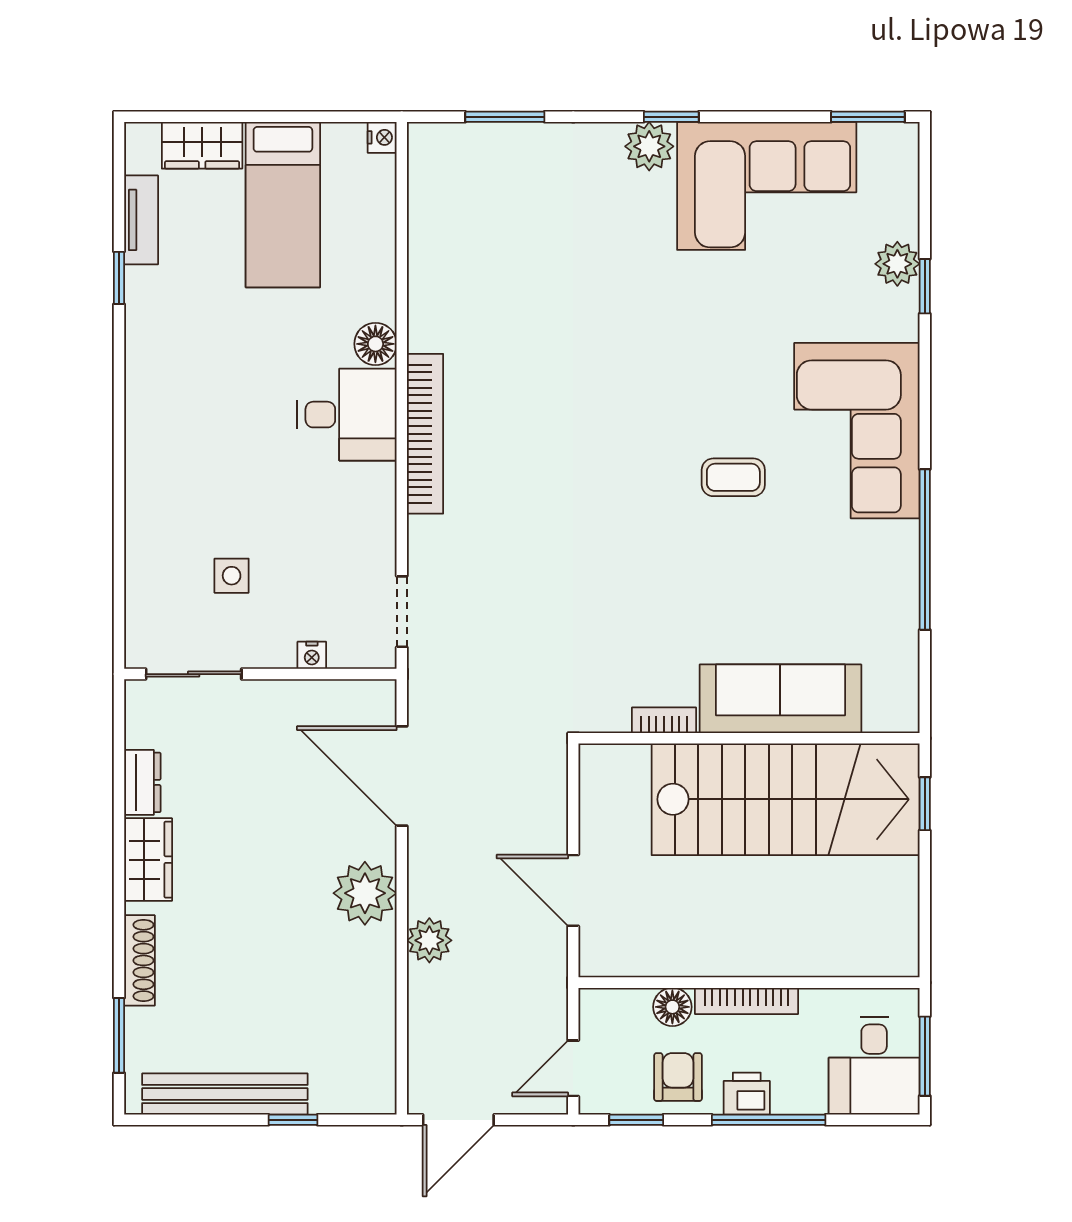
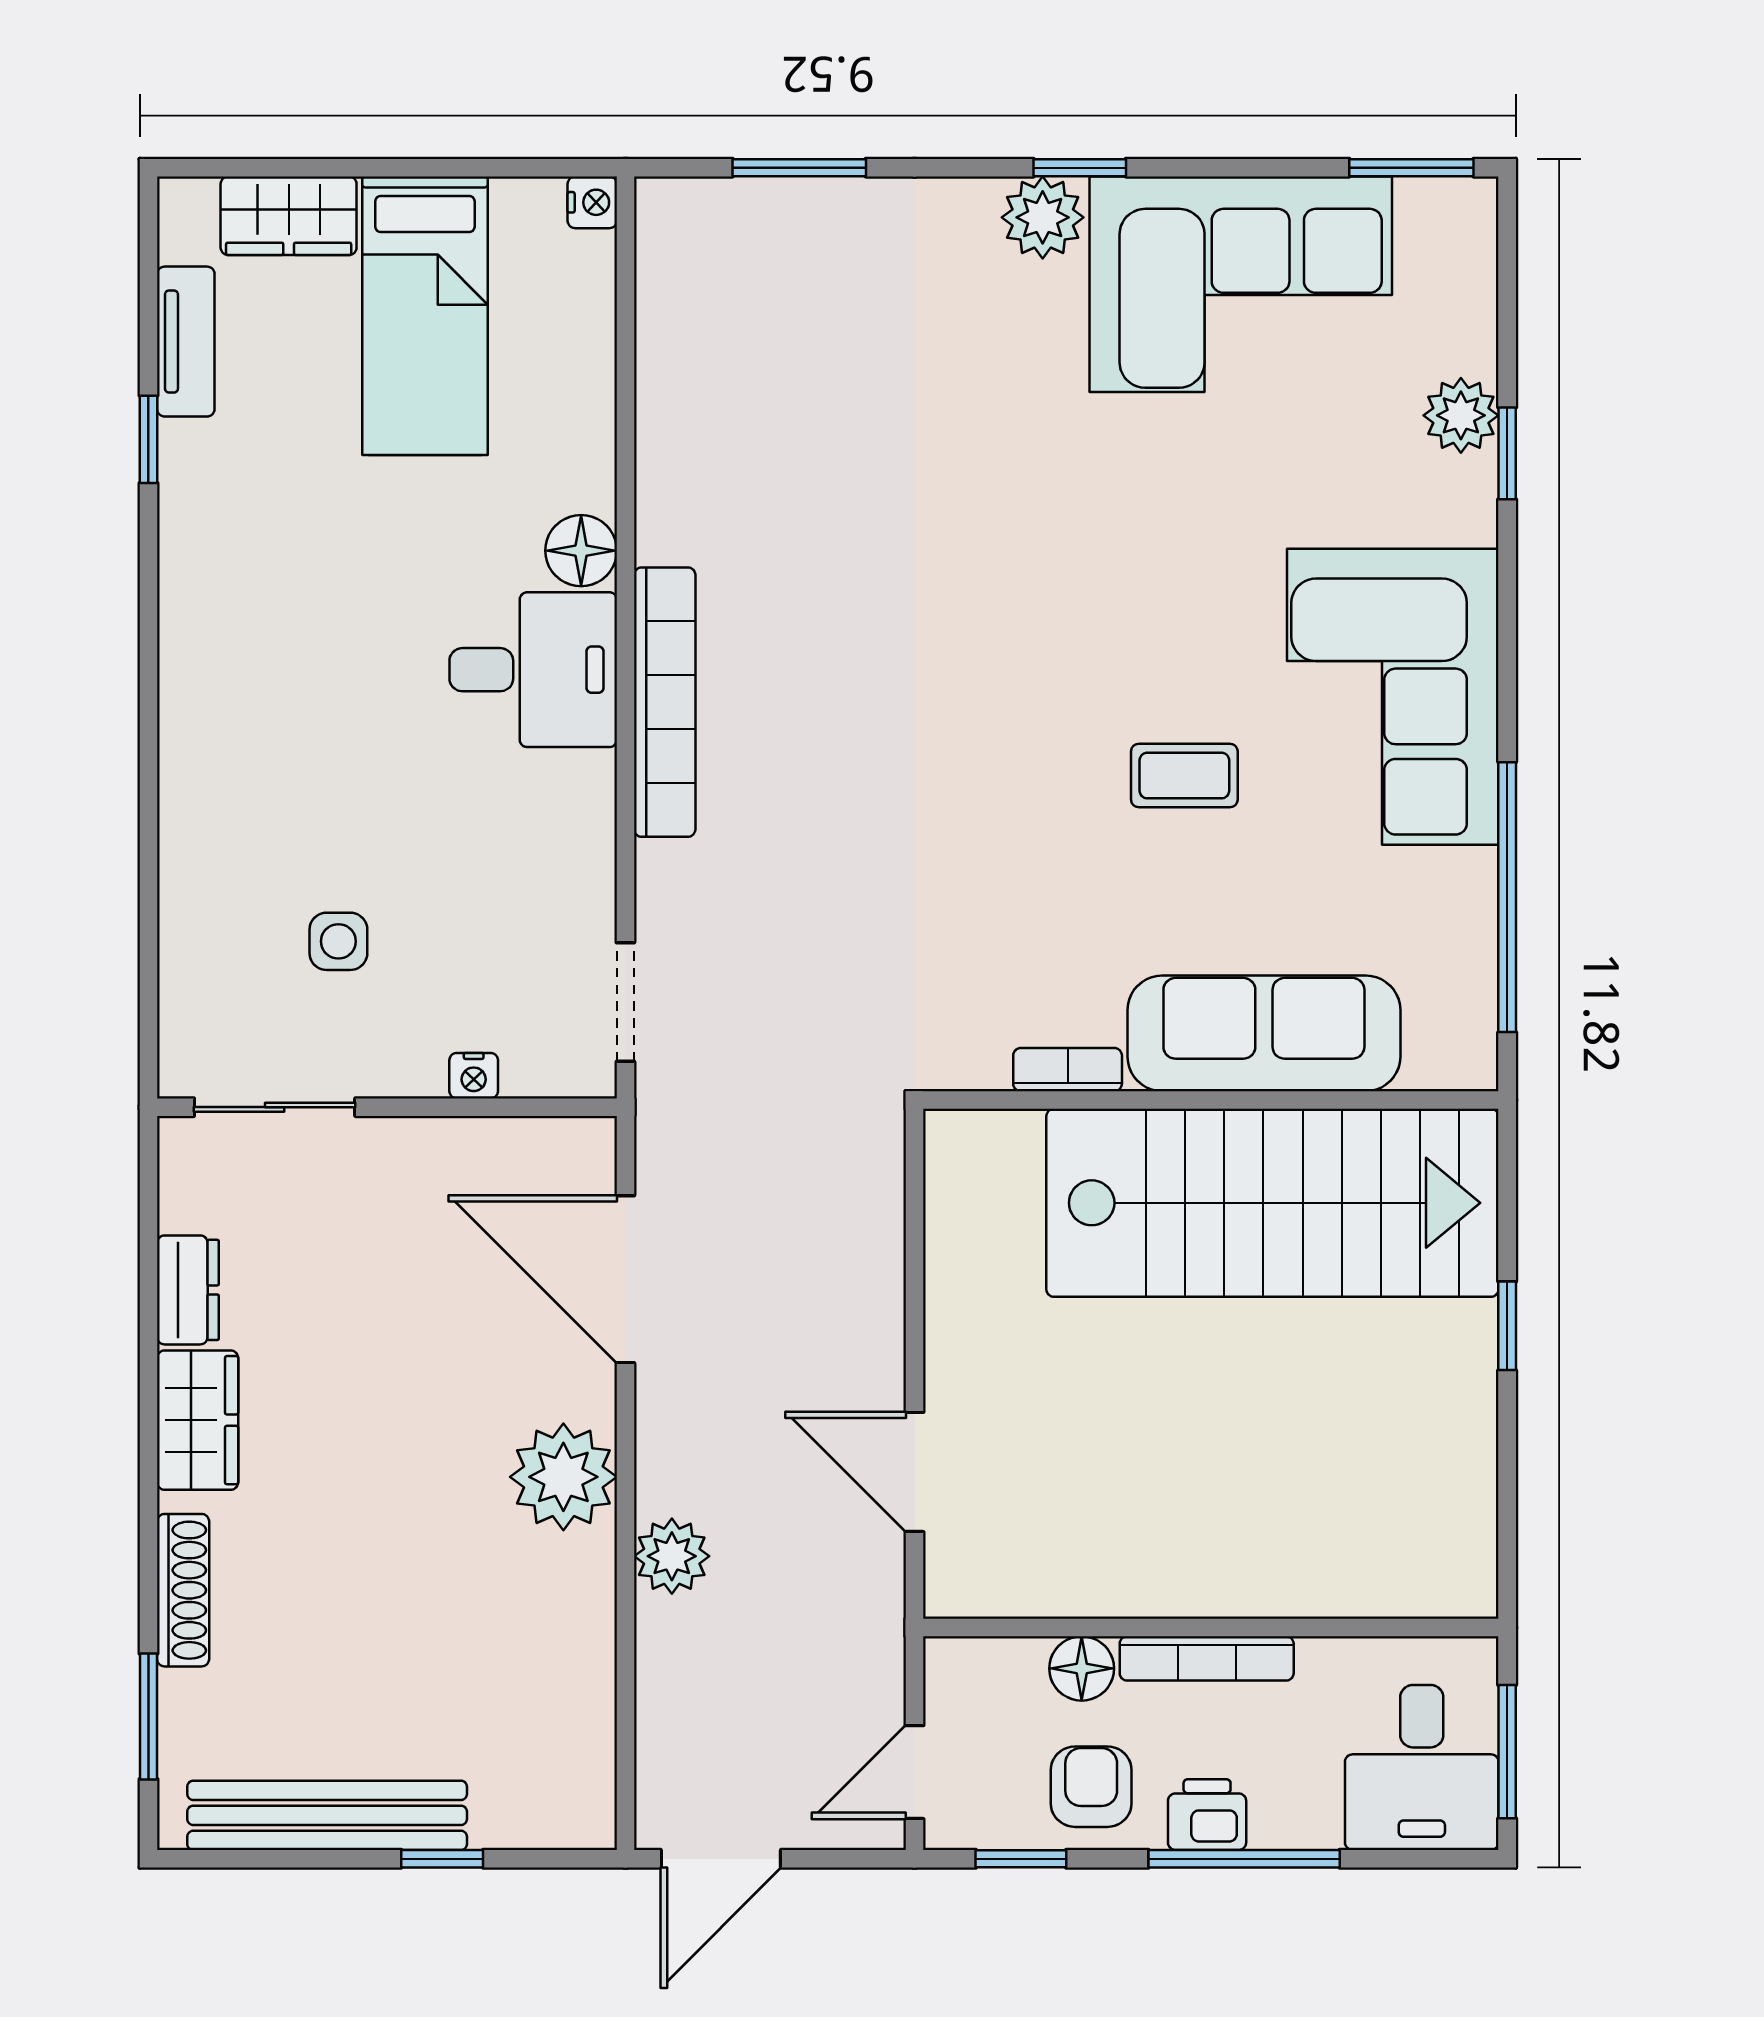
sofa: (780, 699) -> (1264, 1033), moved
bookcase: (664, 720) -> (1068, 1070), moved
wall: (749, 738) -> (1211, 1100), moved
stairs: (786, 799) -> (1272, 1203), moved

